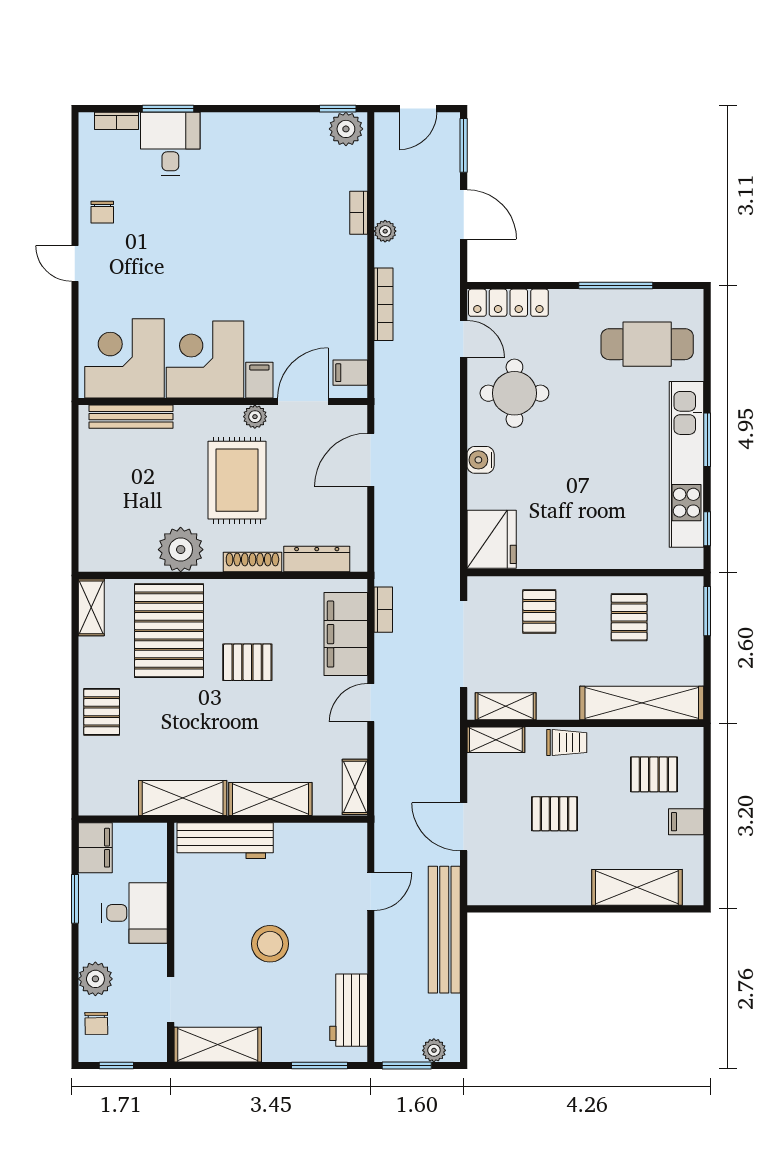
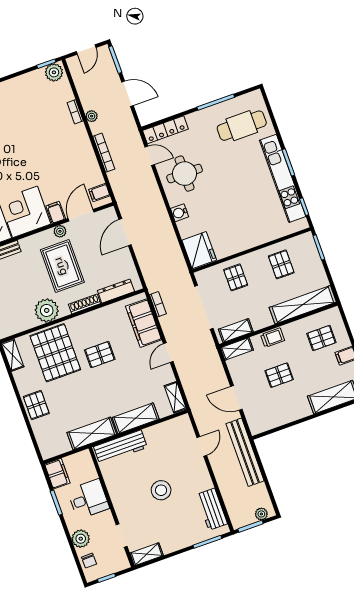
shelving: (218, 1045) -> (147, 554), width x0.67, depth x0.75

